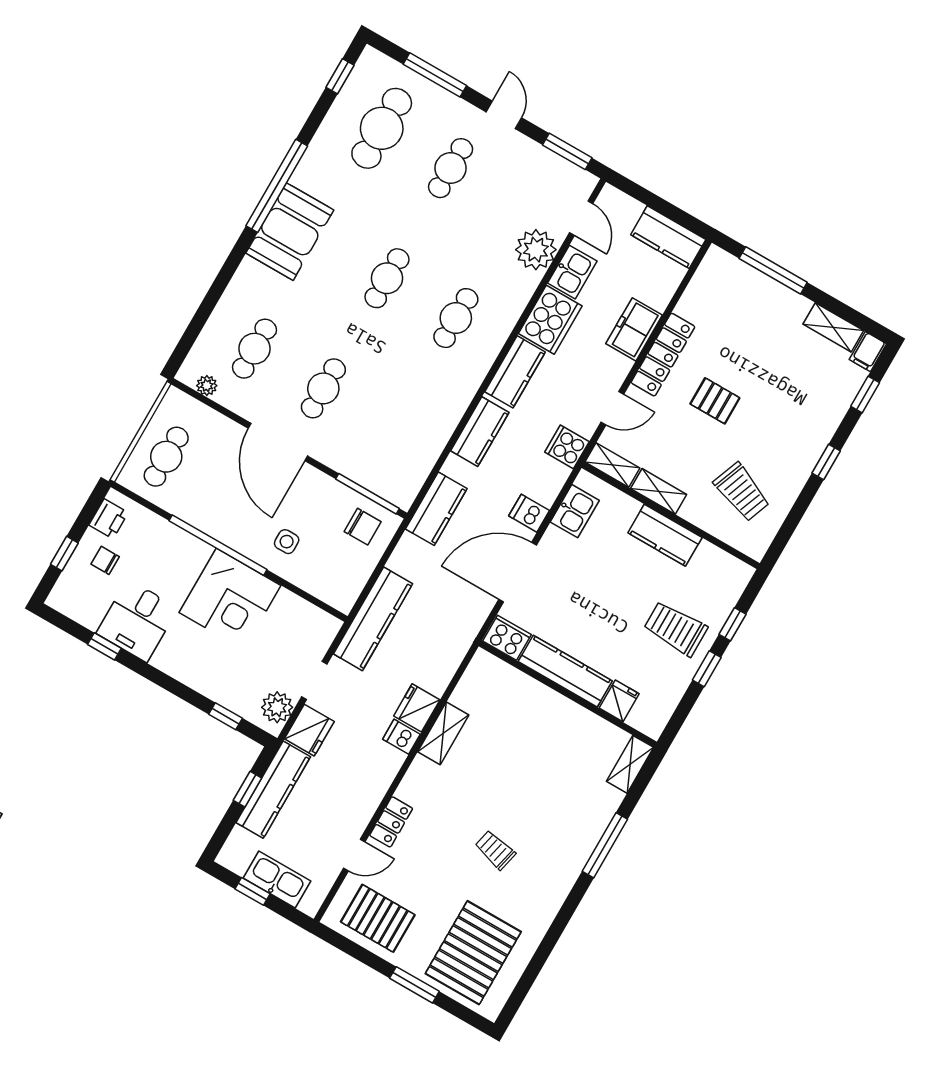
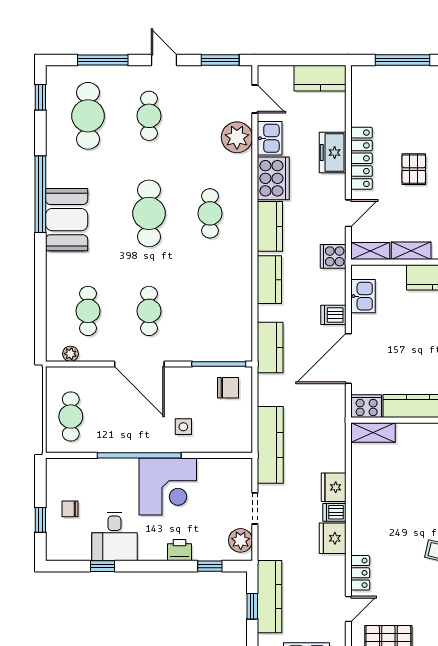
cafe table: (387, 278) -> (149, 213), width x1.37, depth x1.35
pallet: (715, 401) -> (414, 169), turned 90
printer: (108, 519) -> (180, 550), moved, turned -90
fridge: (309, 730) -> (333, 538), moved, turned 180
shelving: (443, 733) -> (373, 433), moved, turned 90

